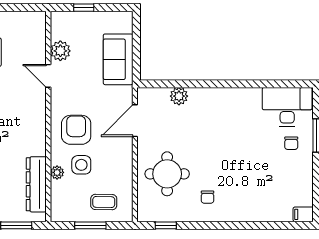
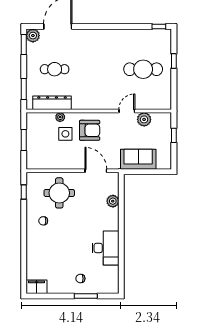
desk: (287, 107) -> (105, 248), moved
coffee table: (104, 202) -> (40, 149), removed
filing cabinet: (303, 214) -> (36, 287), width x2.00

